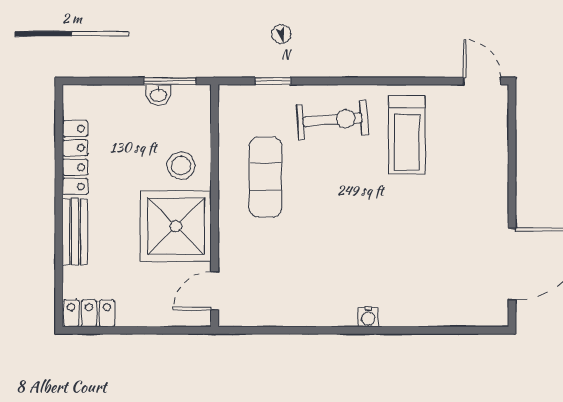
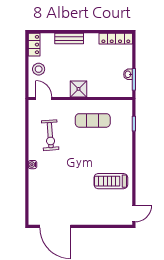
exercise bike: (333, 120) -> (50, 135), moved
locker: (75, 157) -> (116, 39), moved
stool: (181, 166) -> (39, 69), moved
shower: (176, 226) -> (79, 89), width x0.54, depth x0.54

